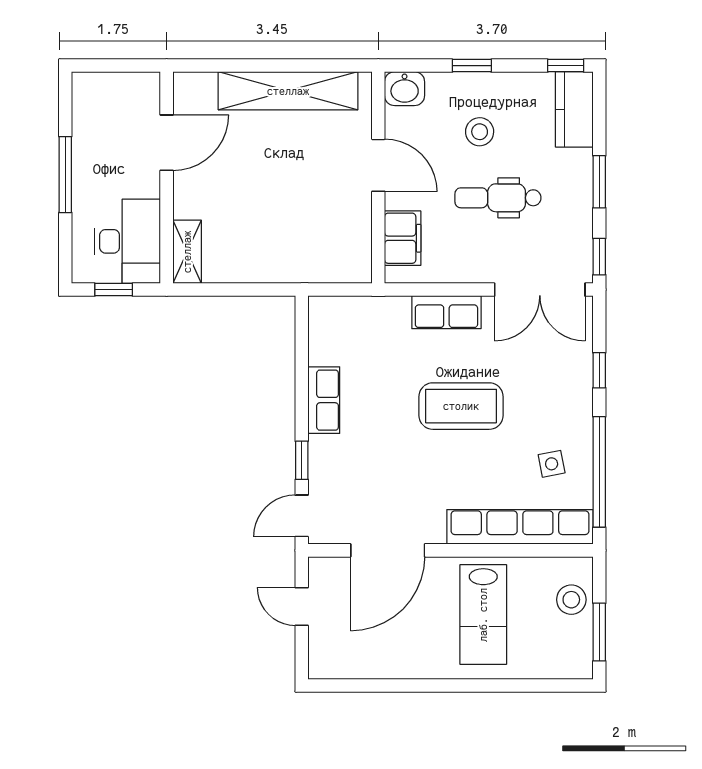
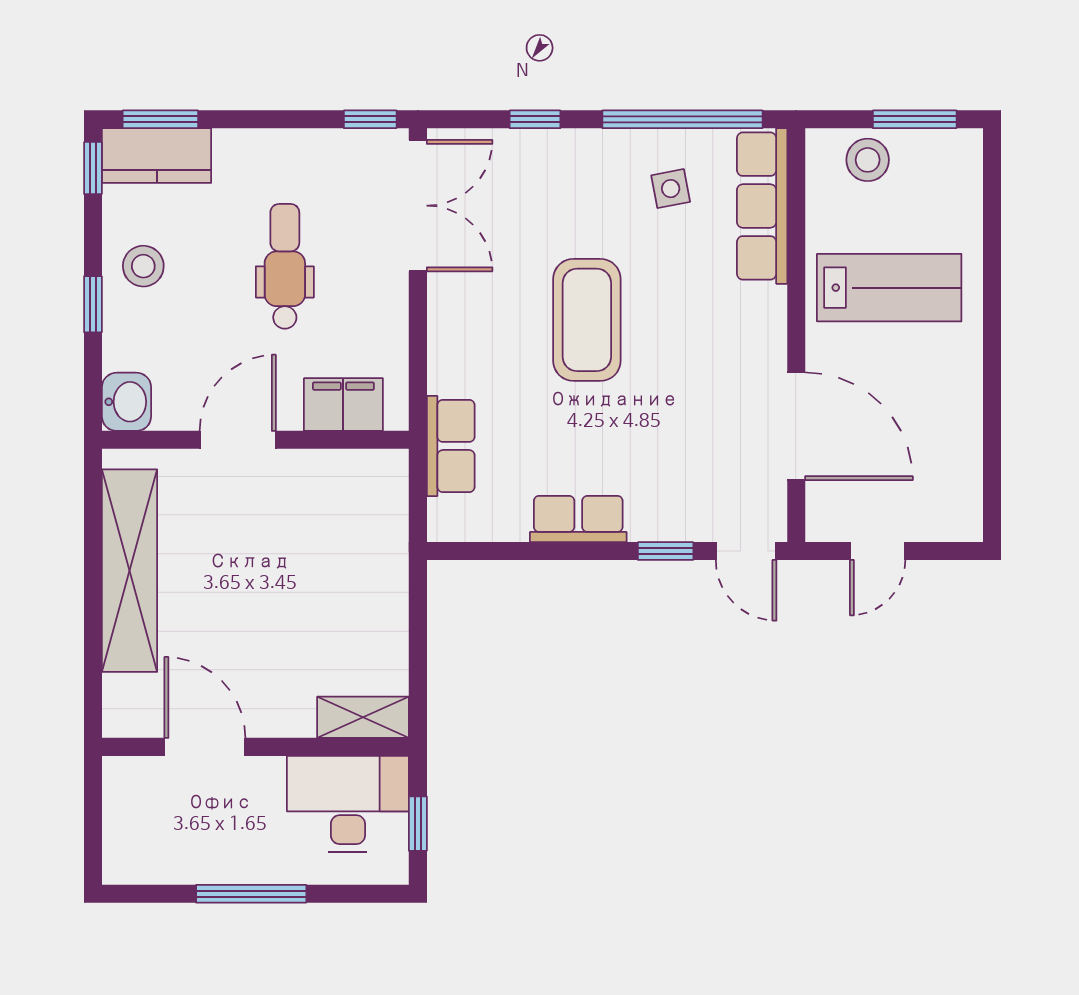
stool: (480, 132) -> (143, 266), moved
window: (599, 182) -> (160, 119), moved
dental chair: (498, 198) -> (285, 266), turned 180
row of seats: (446, 312) -> (451, 446), moved
row of seats: (520, 527) -> (762, 206), width x0.73

